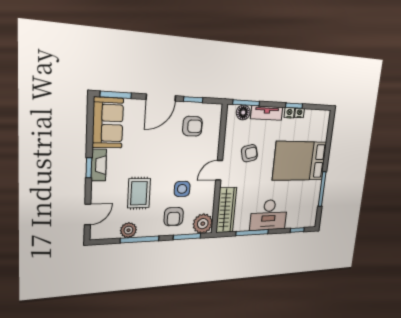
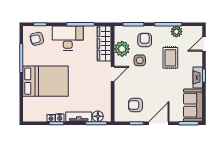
armchair: (249, 153) -> (37, 39), moved
plant: (203, 224) -> (122, 49), moved

